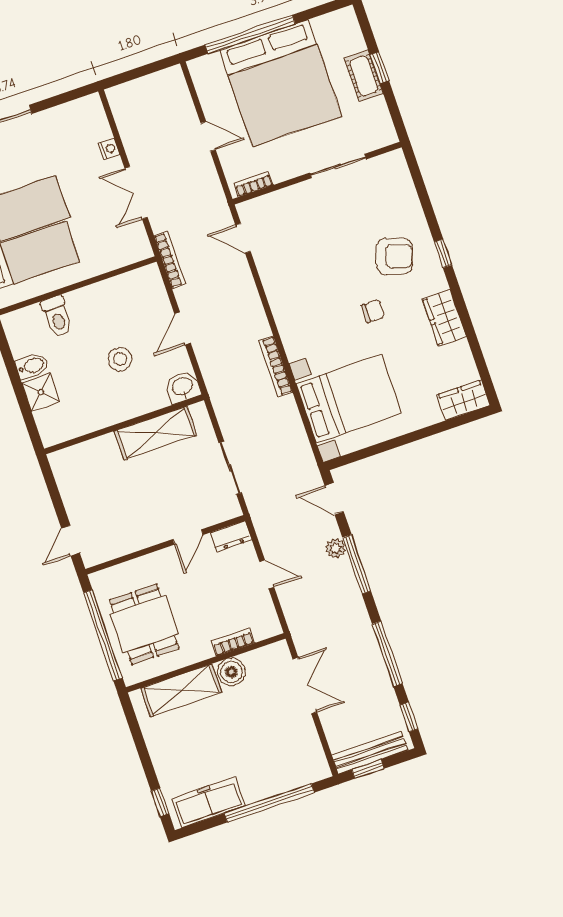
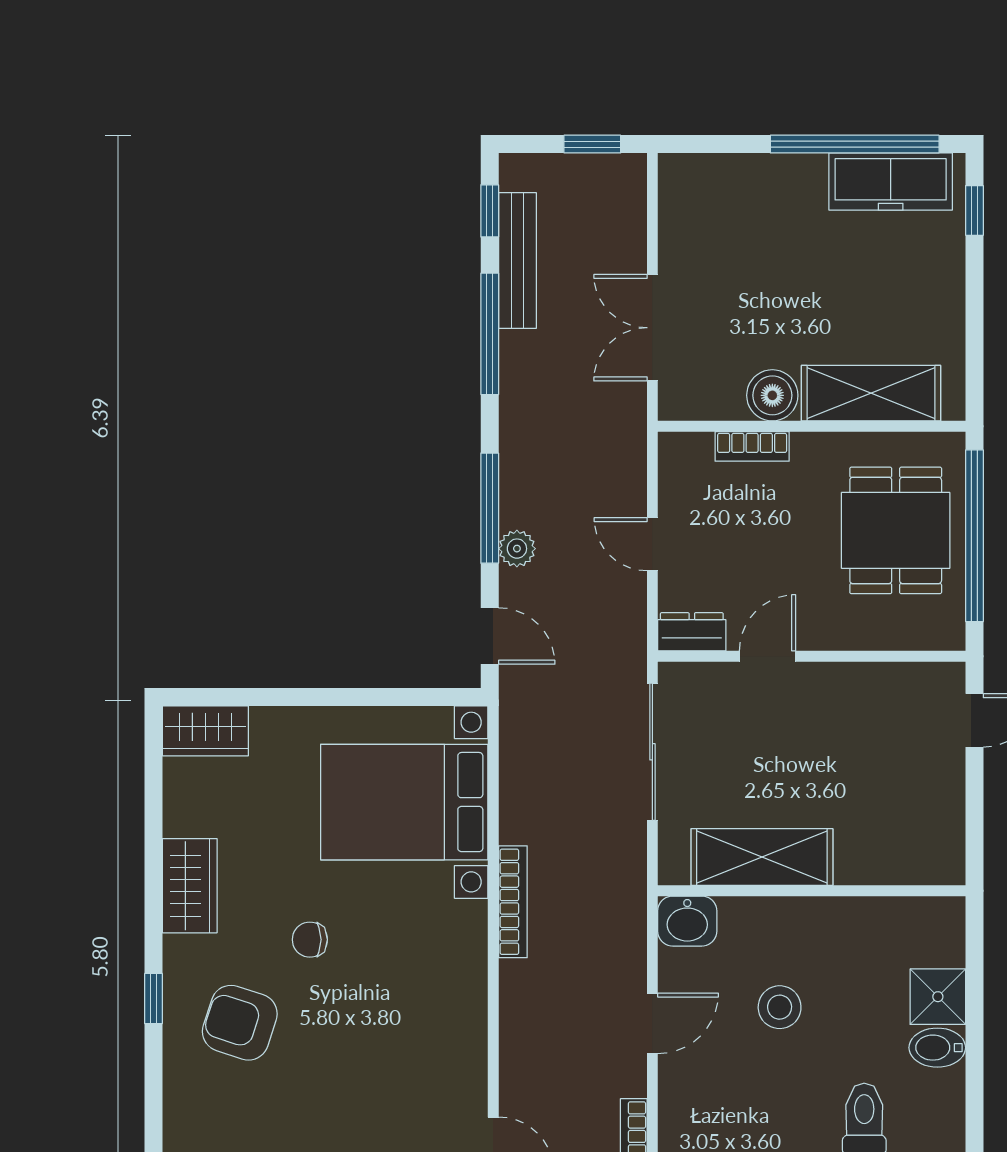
sliding door: (230, 468) -> (652, 752), width x1.37
bench: (370, 753) -> (517, 260), moved, turned 90
window: (269, 803) -> (855, 144), moved

